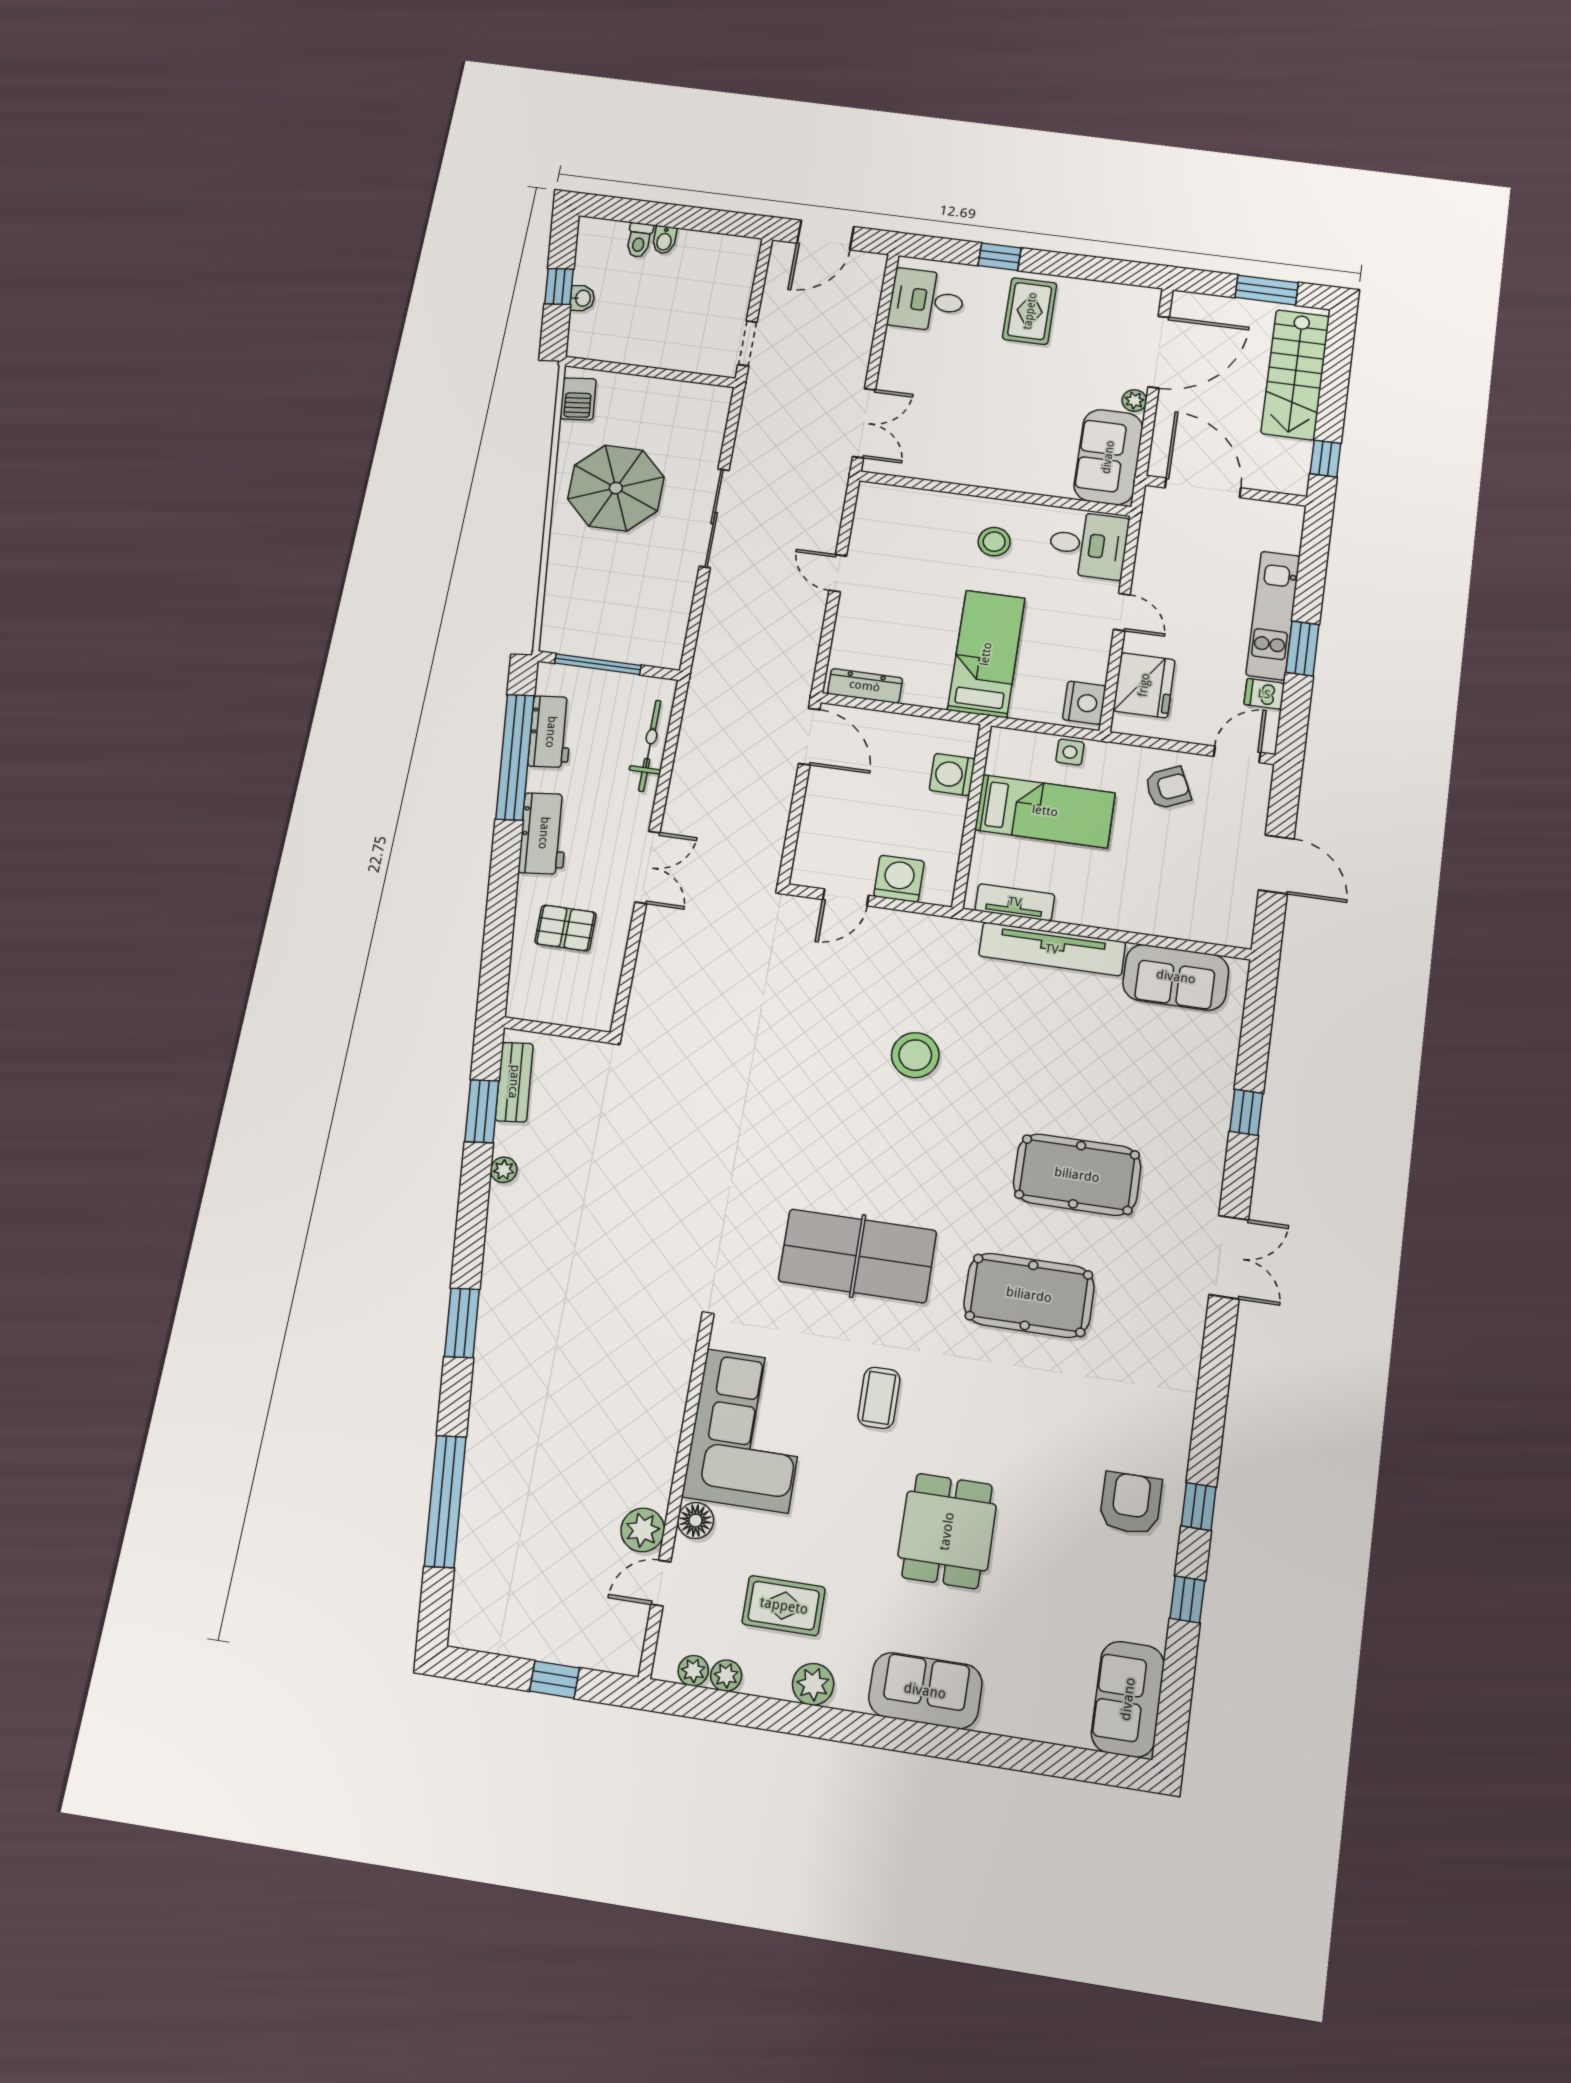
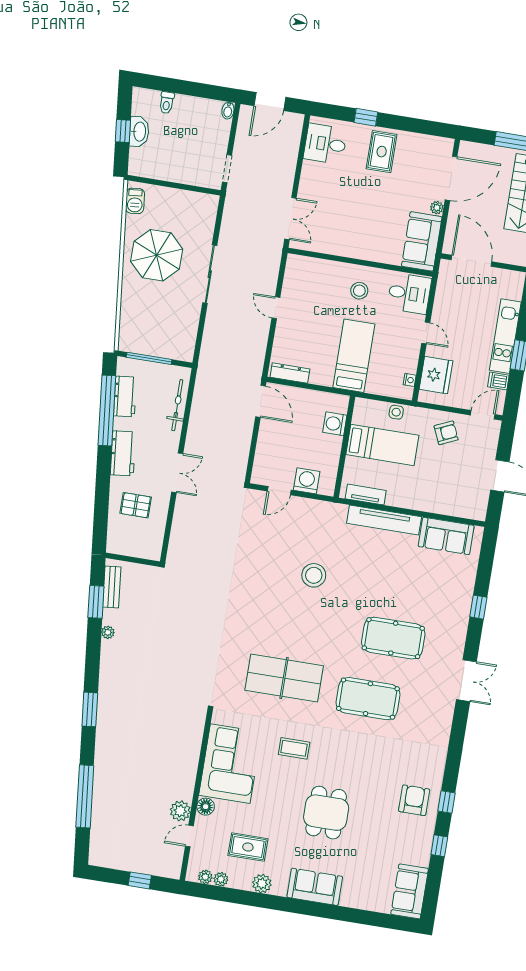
bidet: (664, 240) -> (228, 111), moved
washbasin: (582, 298) -> (139, 132), width x1.91, depth x1.45
nightstand: (1084, 703) -> (410, 380), width x0.53, depth x0.56
coffee table: (879, 1398) -> (294, 748), turned 90

